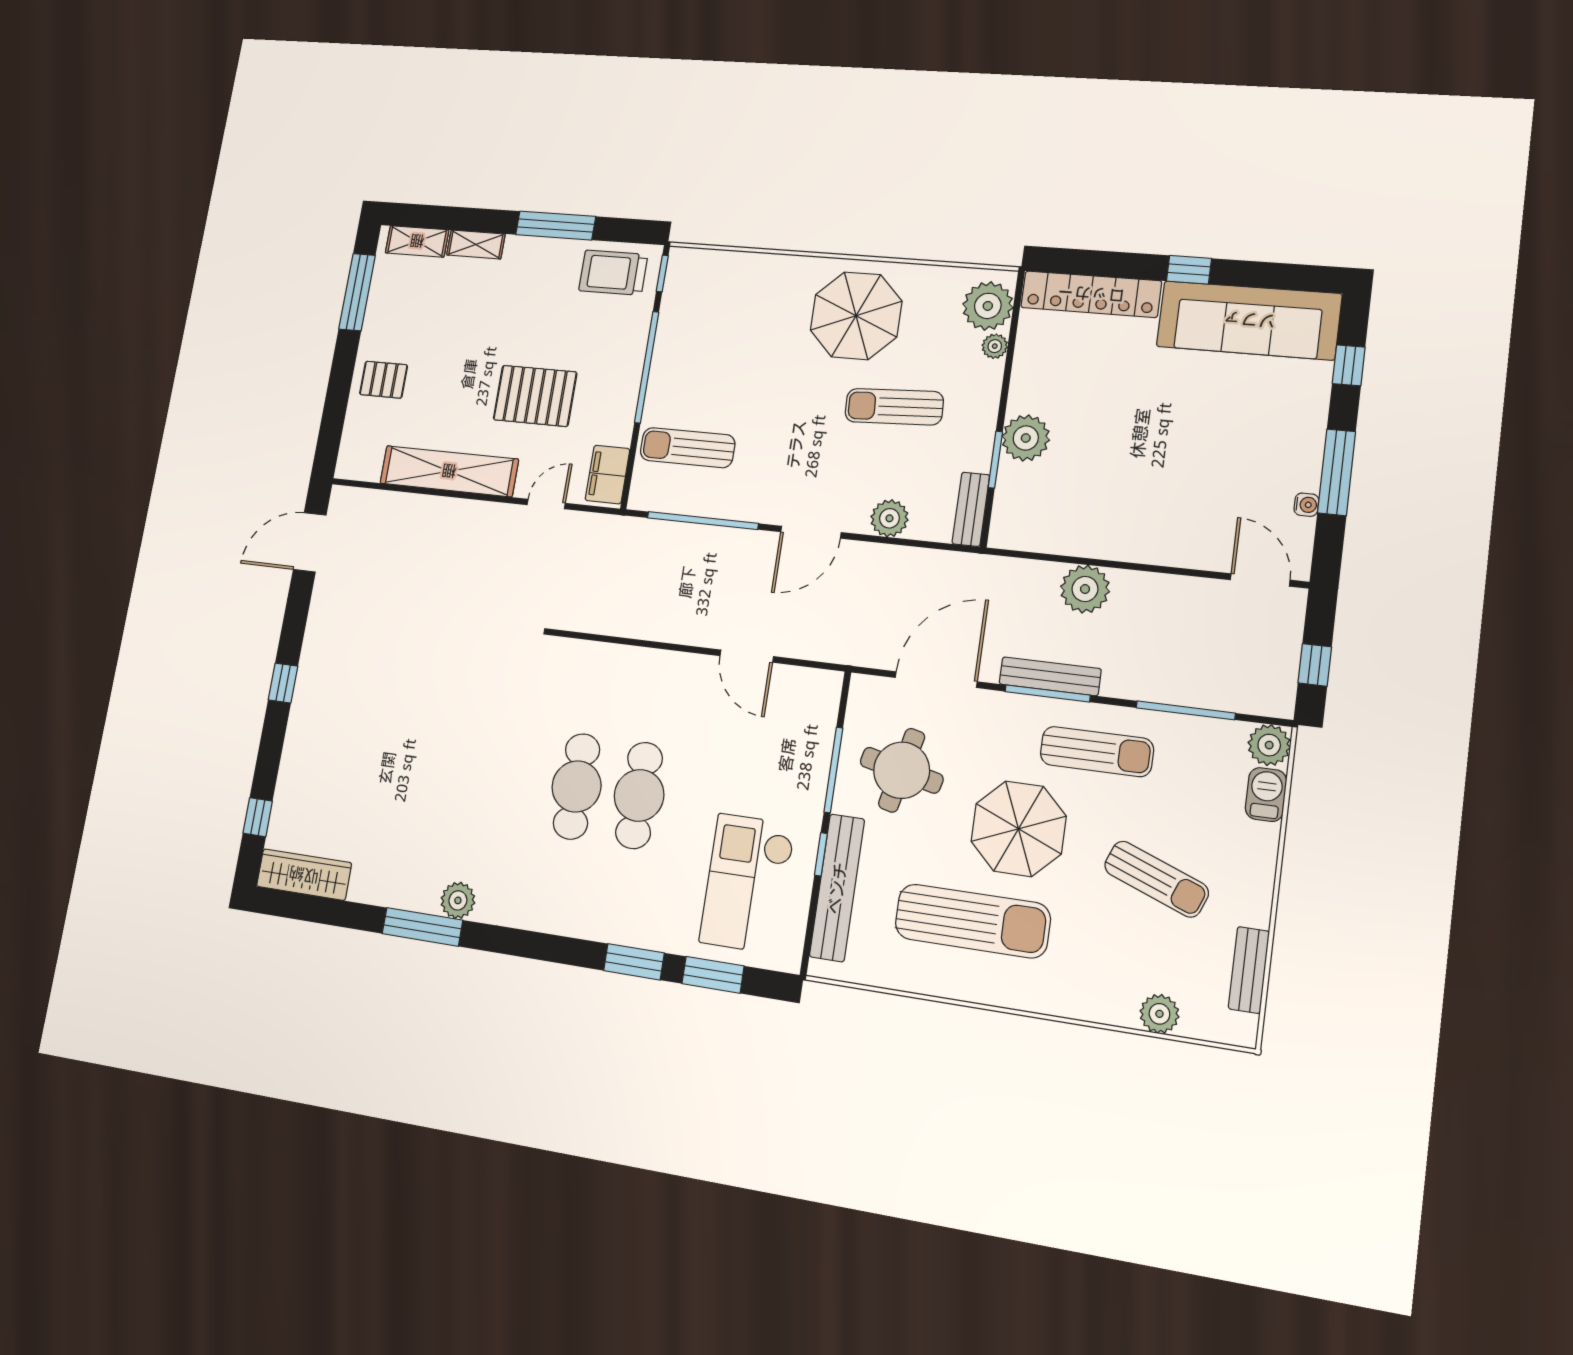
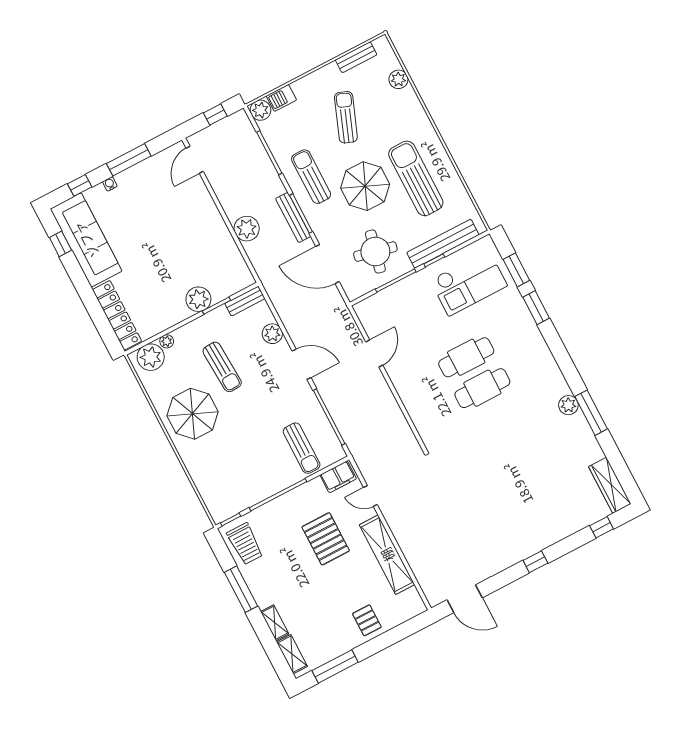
window: (1189, 270) -> (60, 244), moved
water cooler: (1306, 505) -> (110, 184), moved

